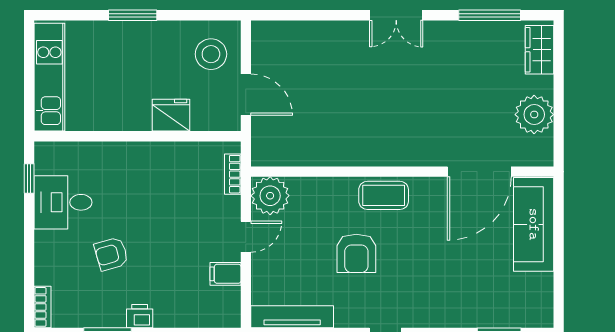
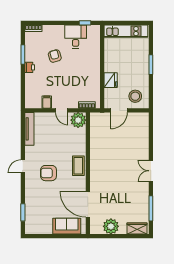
sofa: (534, 224) -> (67, 226), width x0.73
armchair: (356, 253) -> (49, 173), moved

